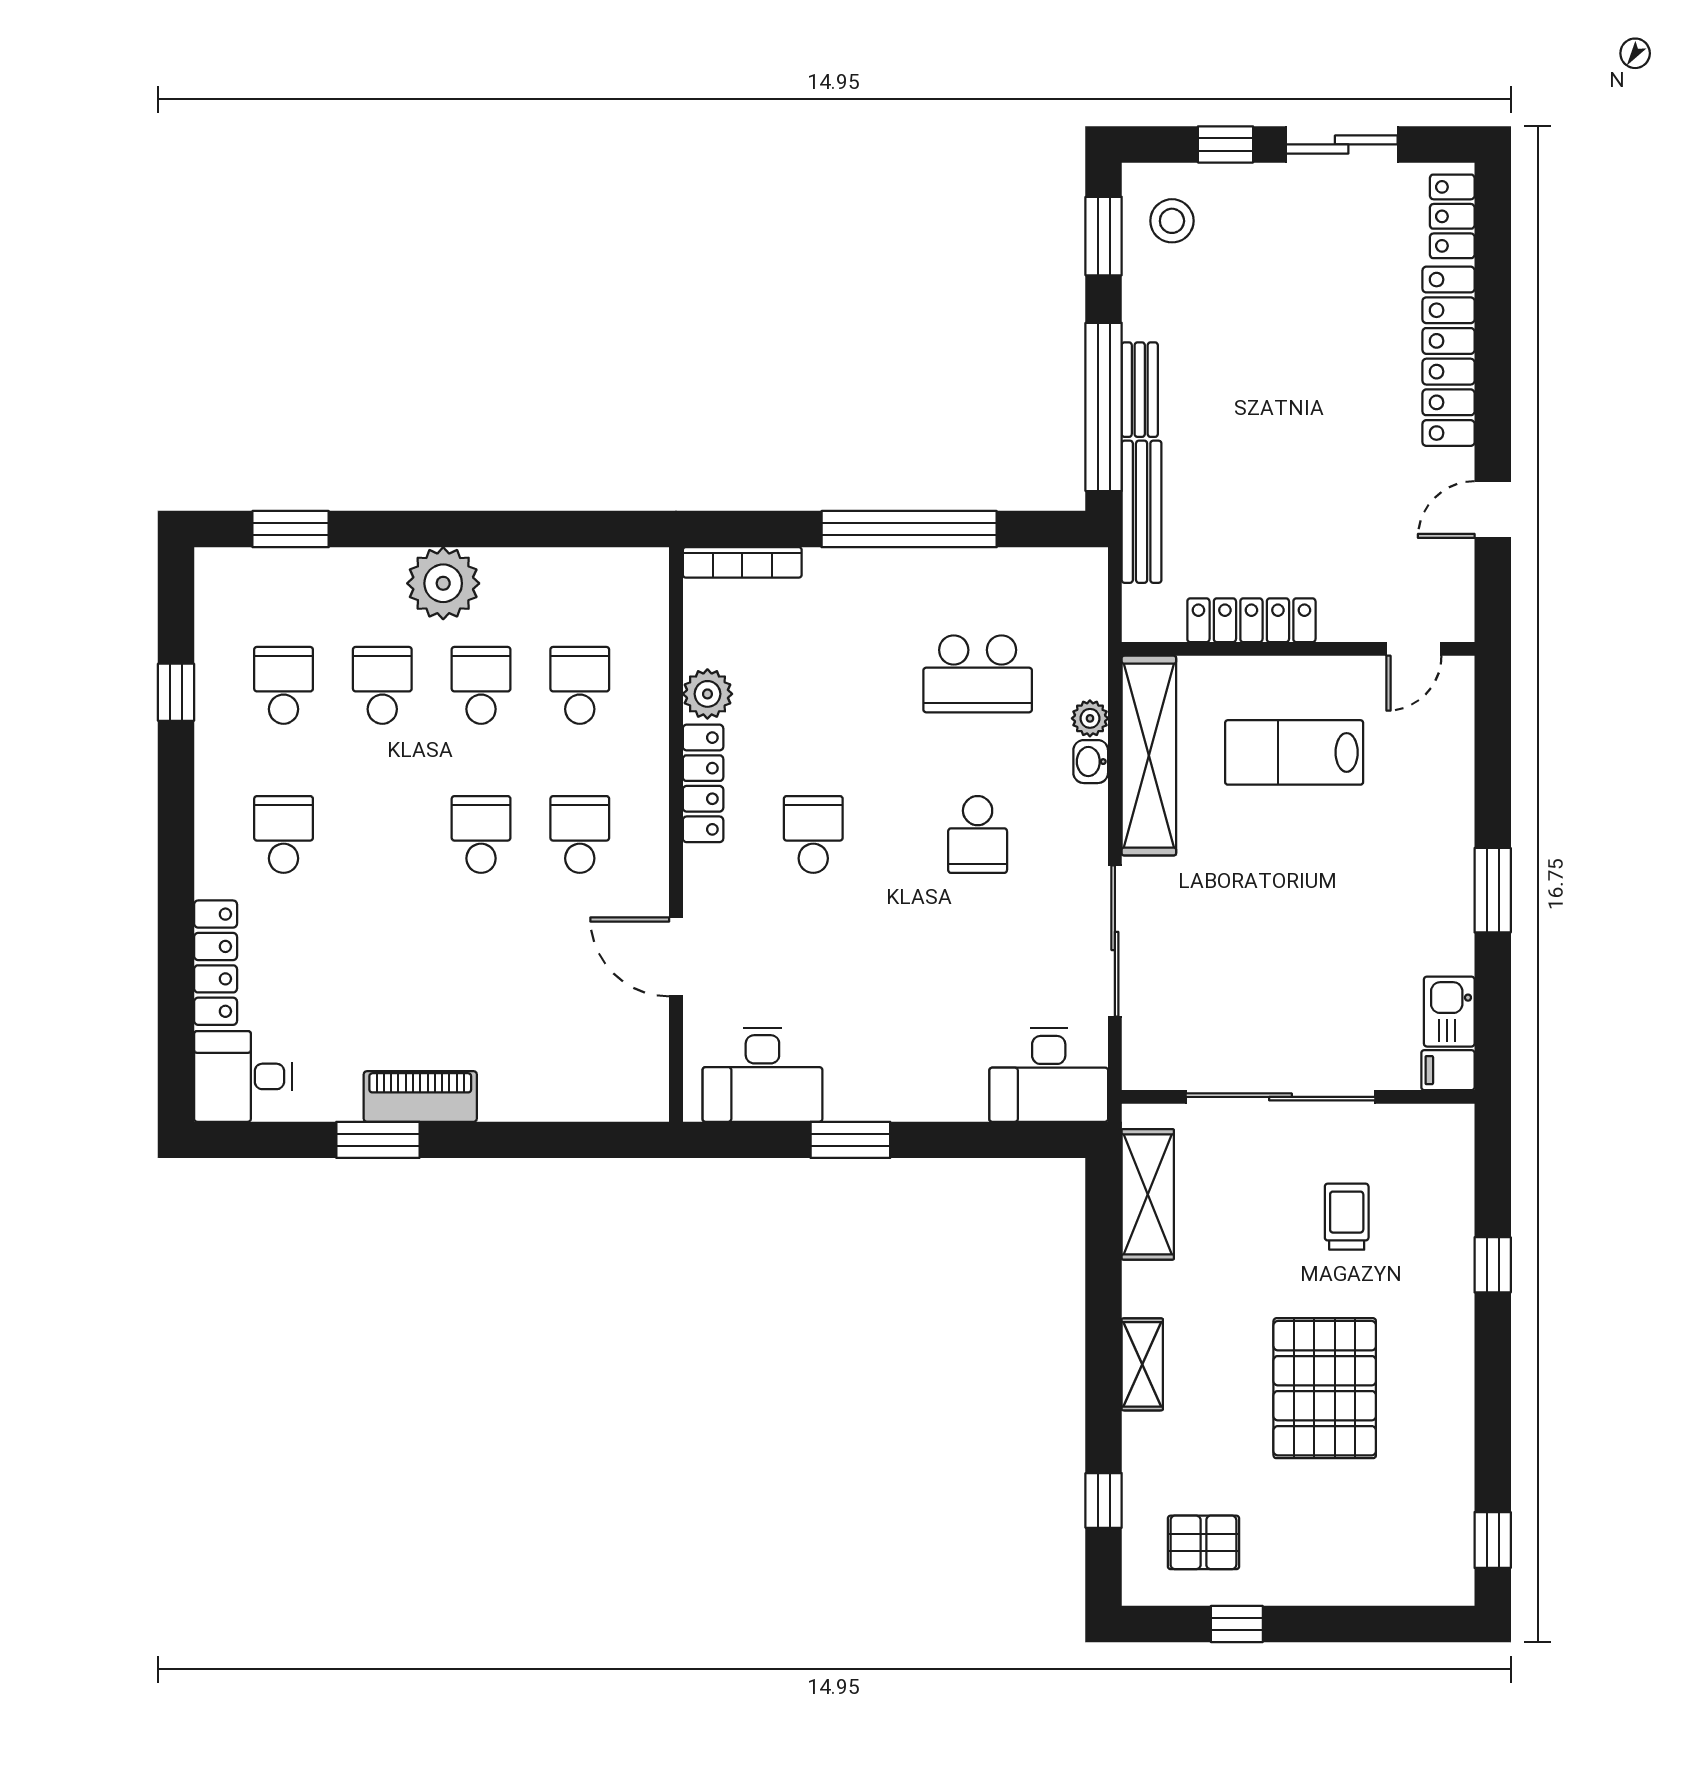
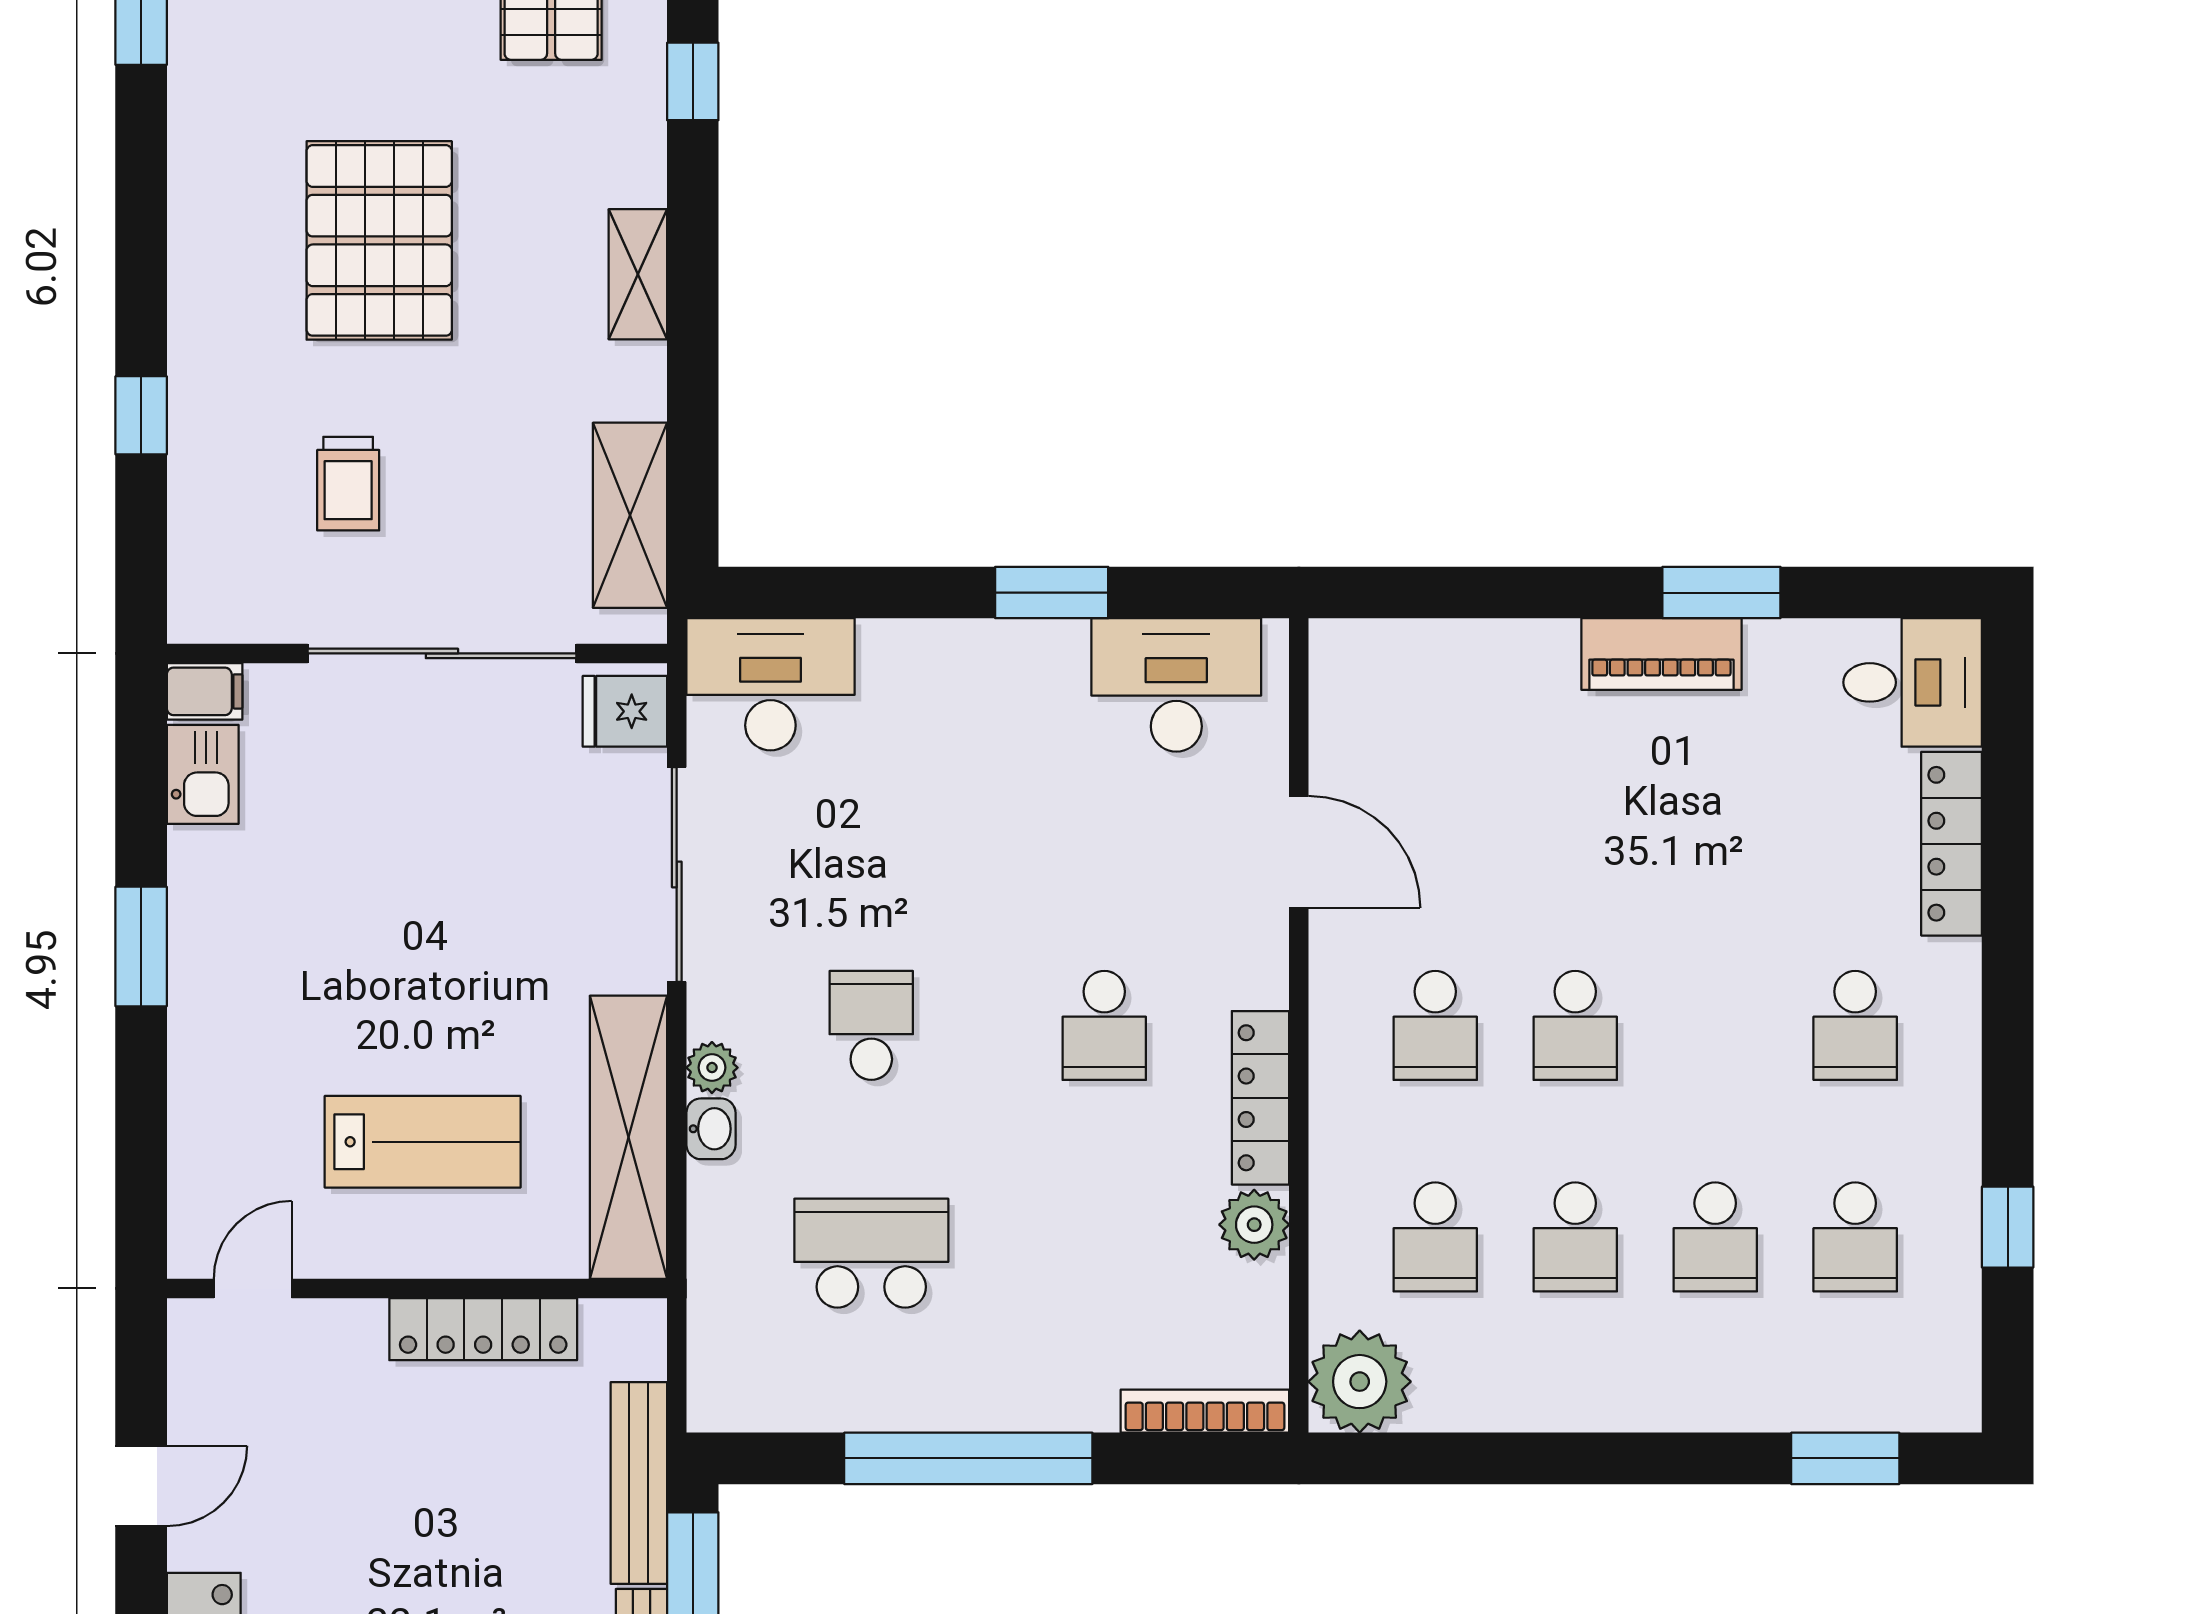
plant: (443, 583) -> (1360, 1382), moved
plant: (1090, 718) -> (712, 1068), moved
fridge: (1151, 1056) -> (625, 711), added

